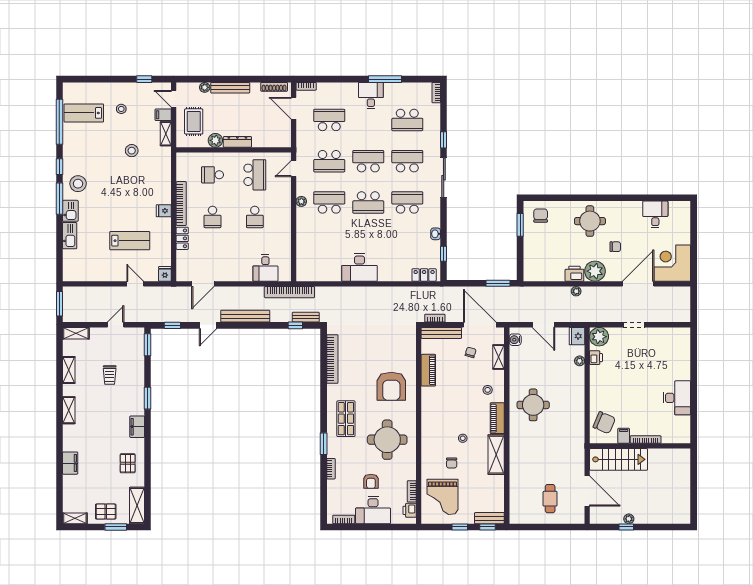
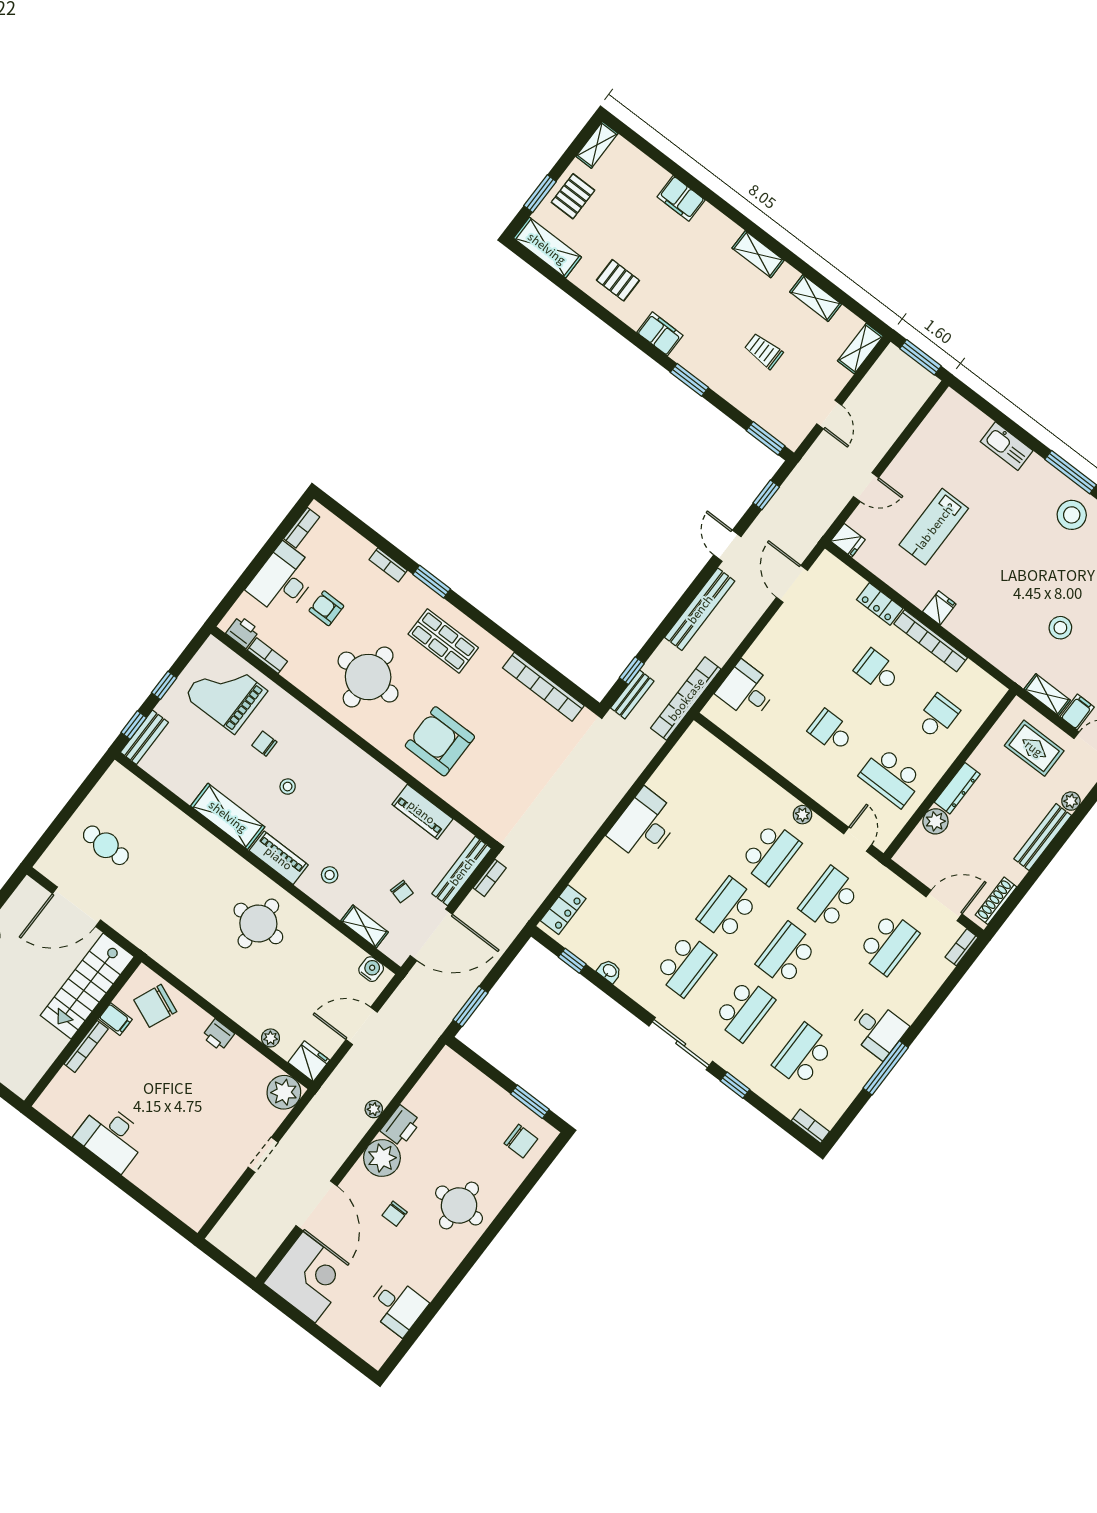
plant: (215, 140) -> (935, 821), moved
school desk: (368, 161) -> (787, 954), turned 180
kitchen sink: (70, 211) -> (1041, 474), removed
printer: (596, 358) -> (218, 1035), moved

